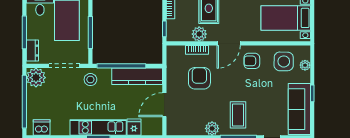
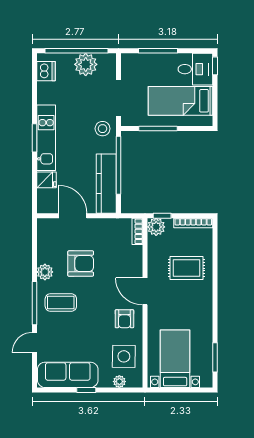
plant: (199, 34) -> (156, 227), moved
bookcase: (197, 50) -> (137, 231), moved
dresser: (32, 51) -> (137, 60), removed
armchair: (252, 61) -> (124, 319), turned 180
plant: (36, 78) -> (86, 64), moved
armchair: (199, 78) -> (81, 264), moved

